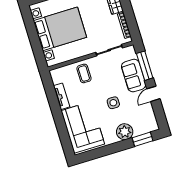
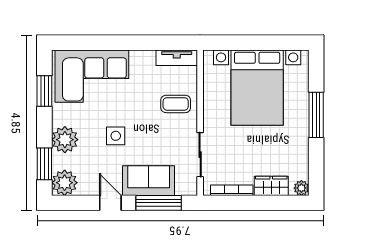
tv unit: (62, 96) -> (177, 58), moved
plant: (150, 124) -> (65, 183), added
window: (100, 152) -> (44, 91), added

